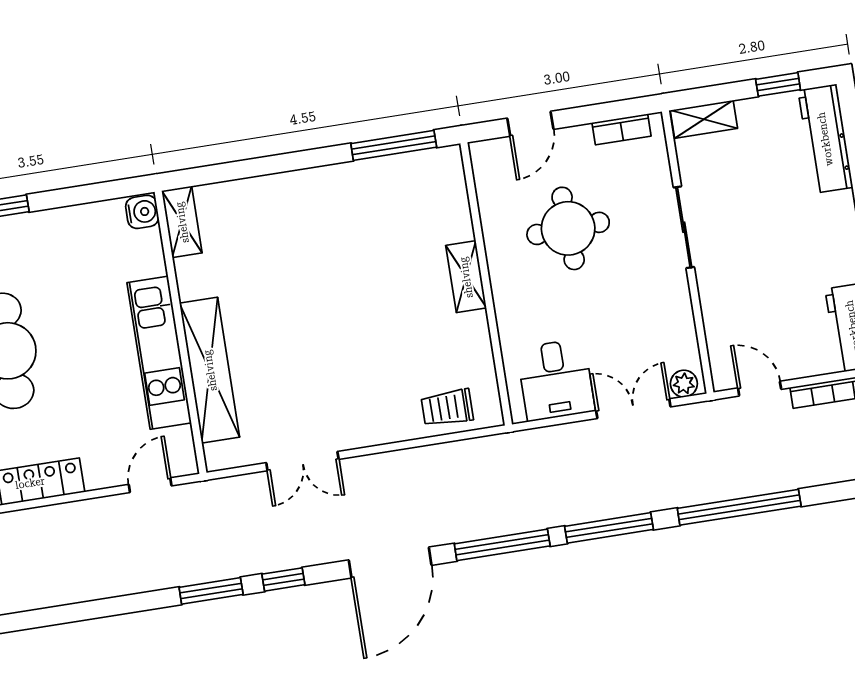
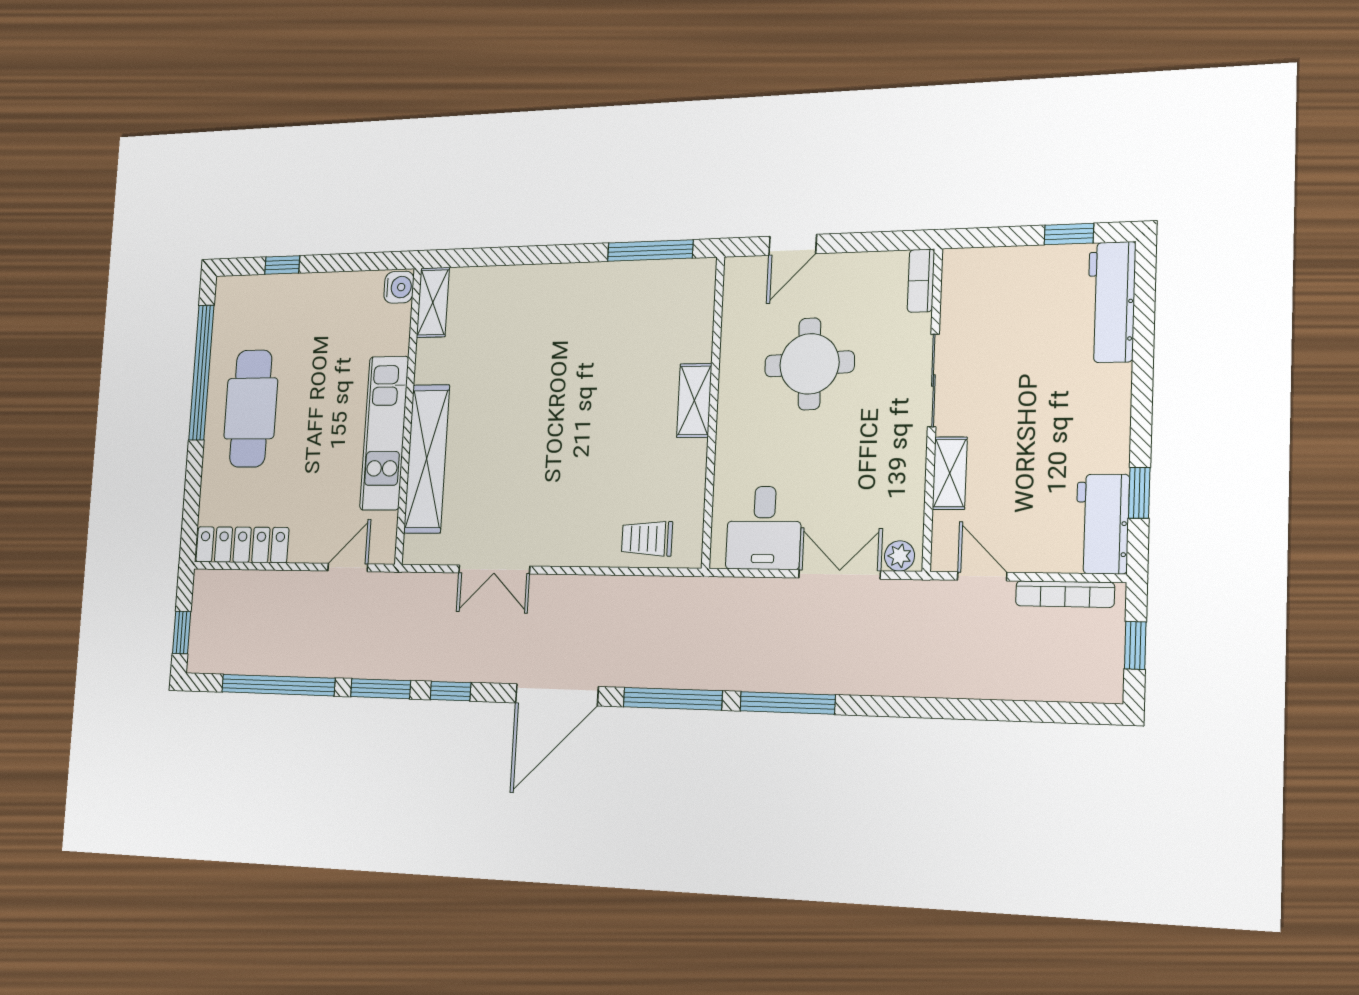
shelving: (704, 119) -> (950, 473), moved, turned 90
bookcase: (622, 129) -> (921, 281), moved, turned 90
window: (739, 507) -> (278, 685), moved

